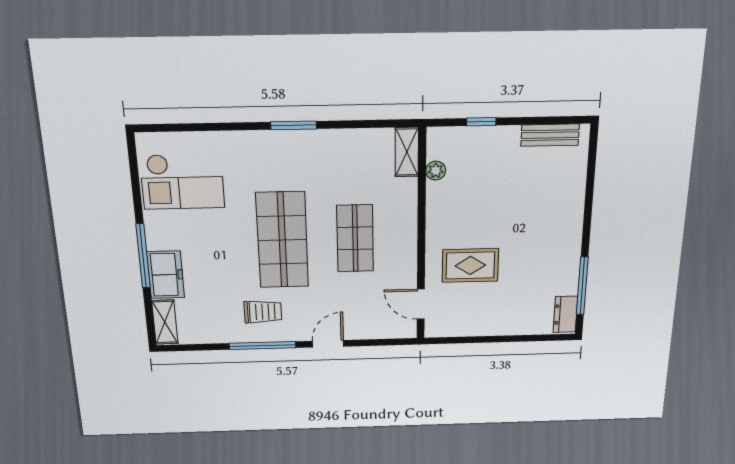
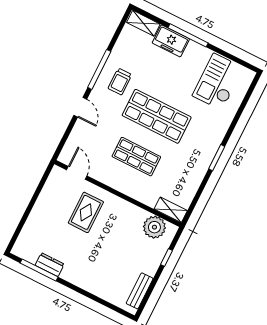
plant: (436, 171) -> (154, 227), width x1.88, depth x1.88
door: (421, 304) -> (77, 173), hinge flipped
dresser: (565, 314) -> (50, 265), moved

